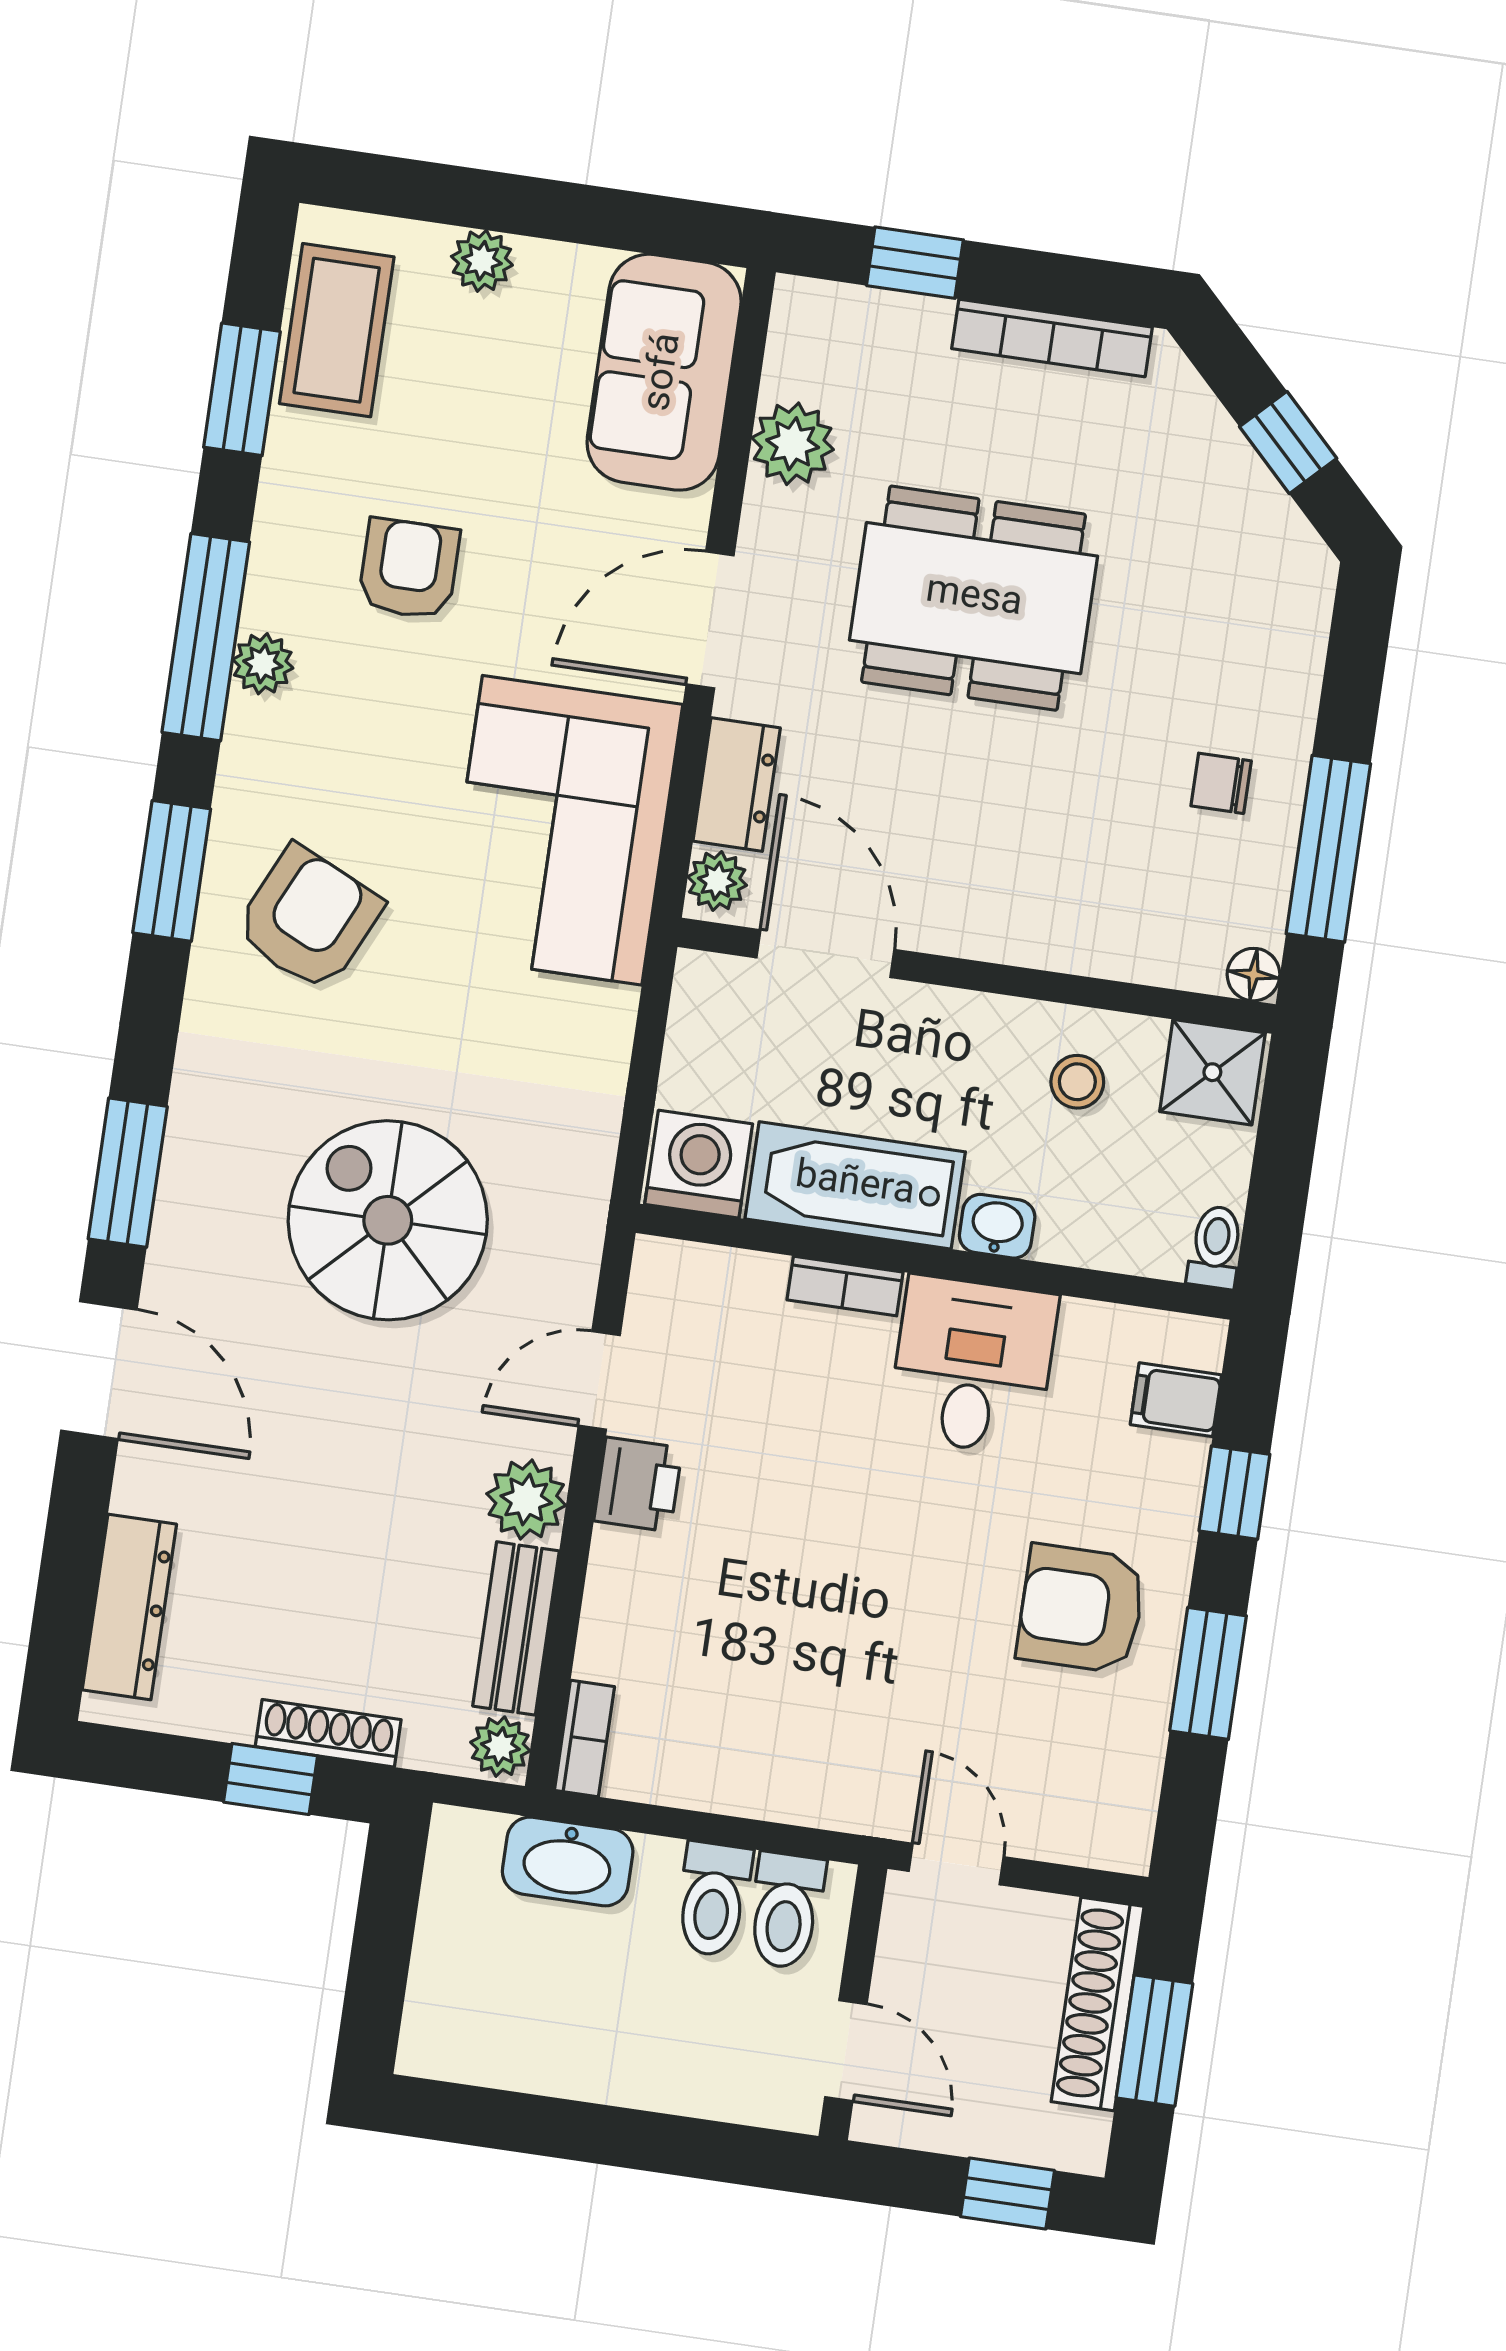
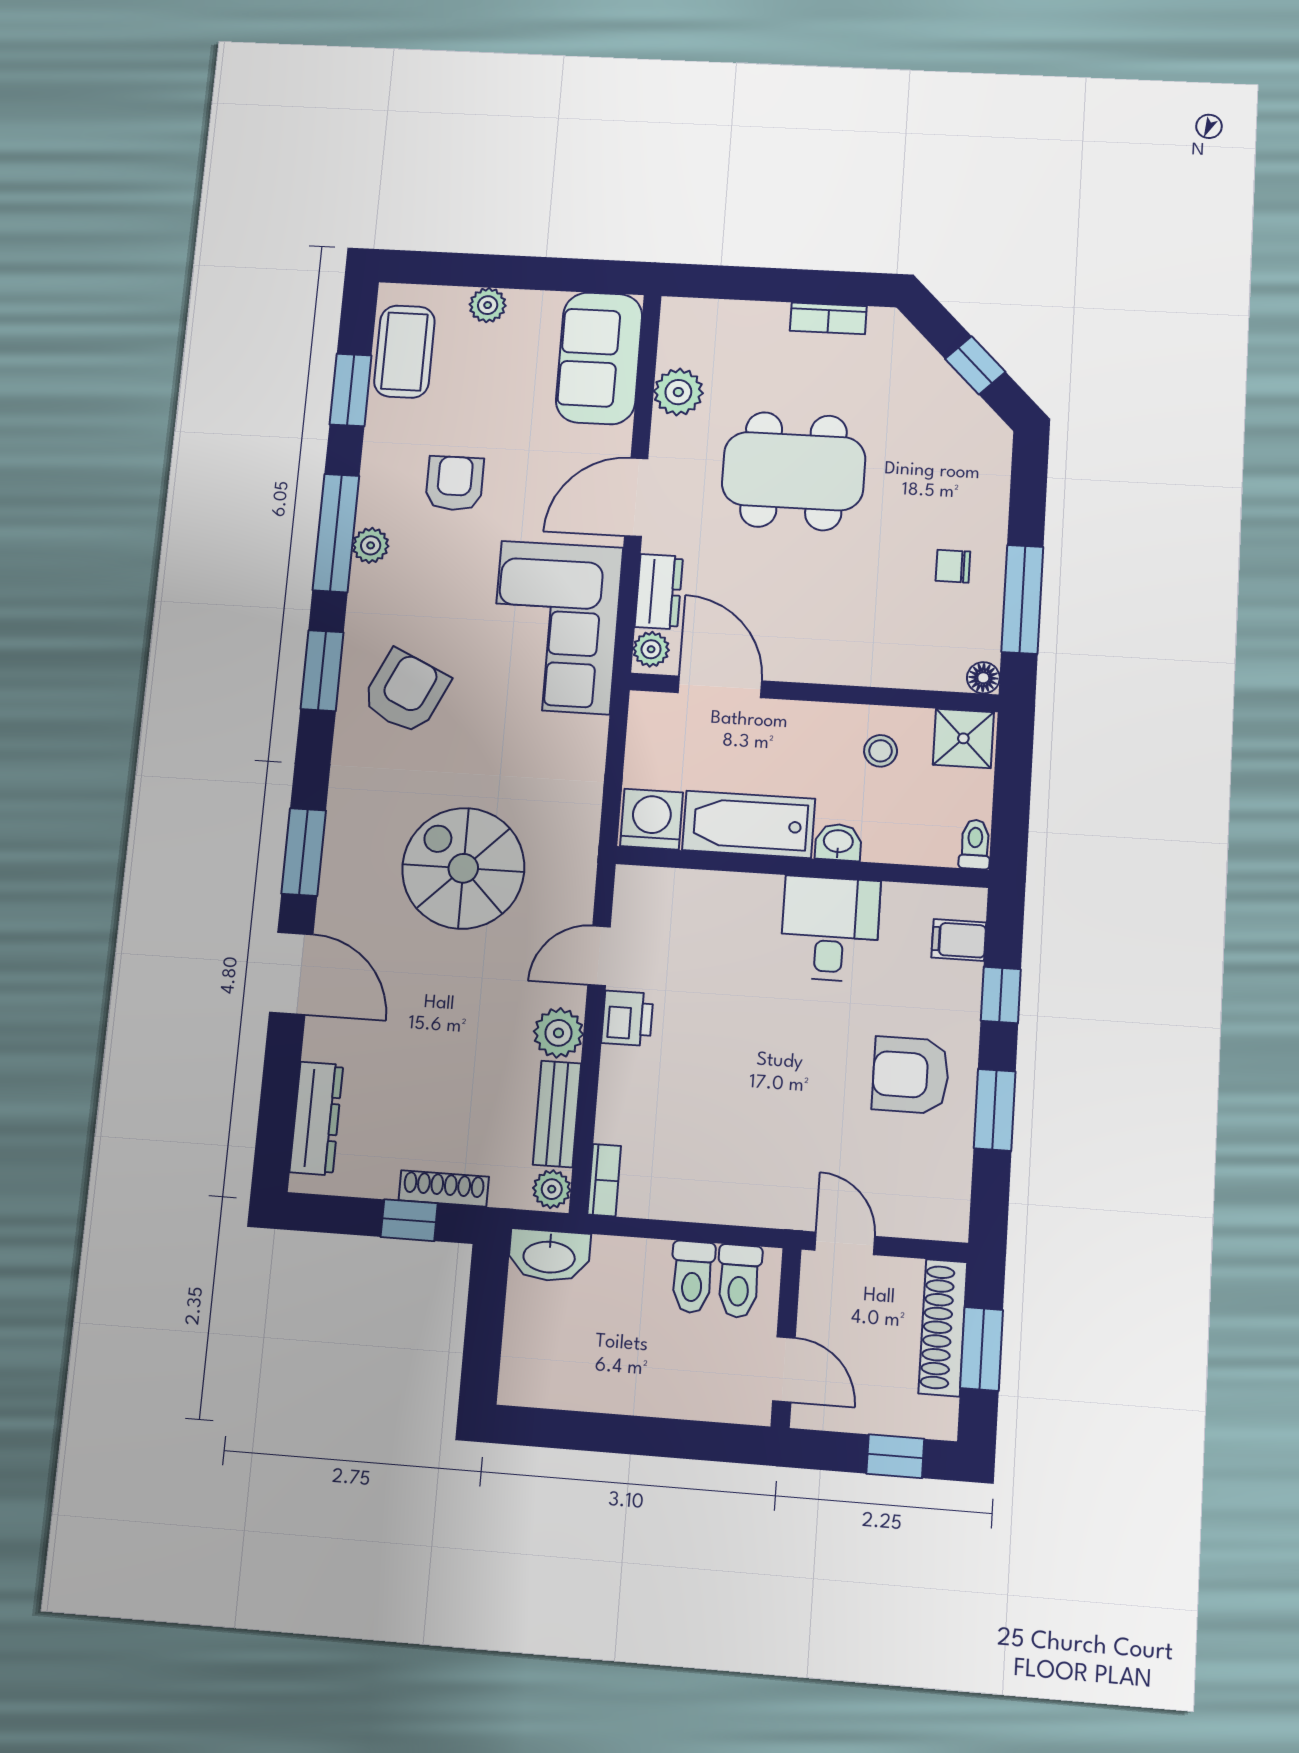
window: (915, 263) -> (743, 283), removed
bookcase: (1052, 338) -> (828, 318), width x0.64
bookcase: (845, 1286) -> (747, 886), removed
washbasin: (568, 1861) -> (549, 1256), moved

